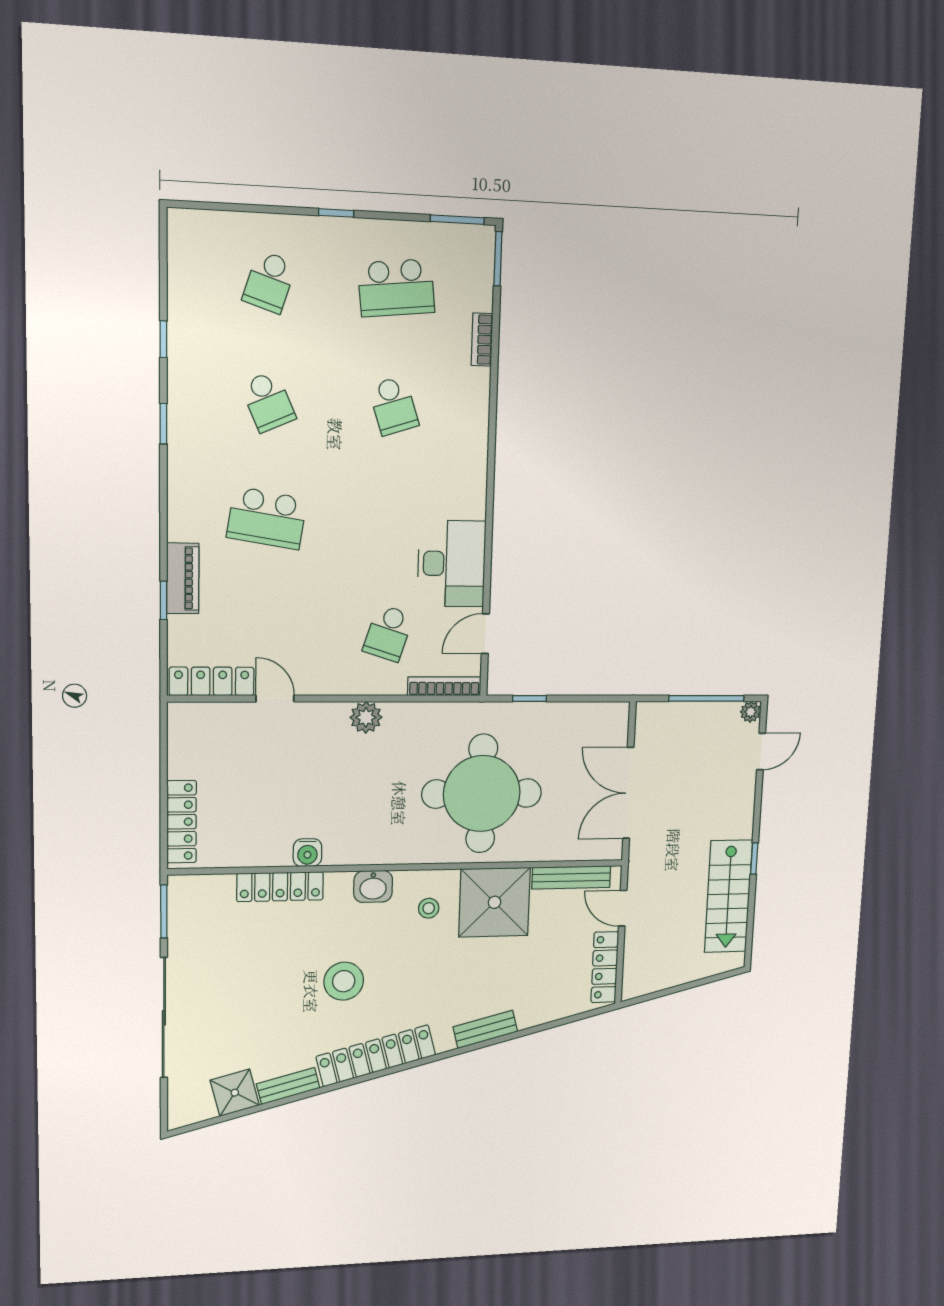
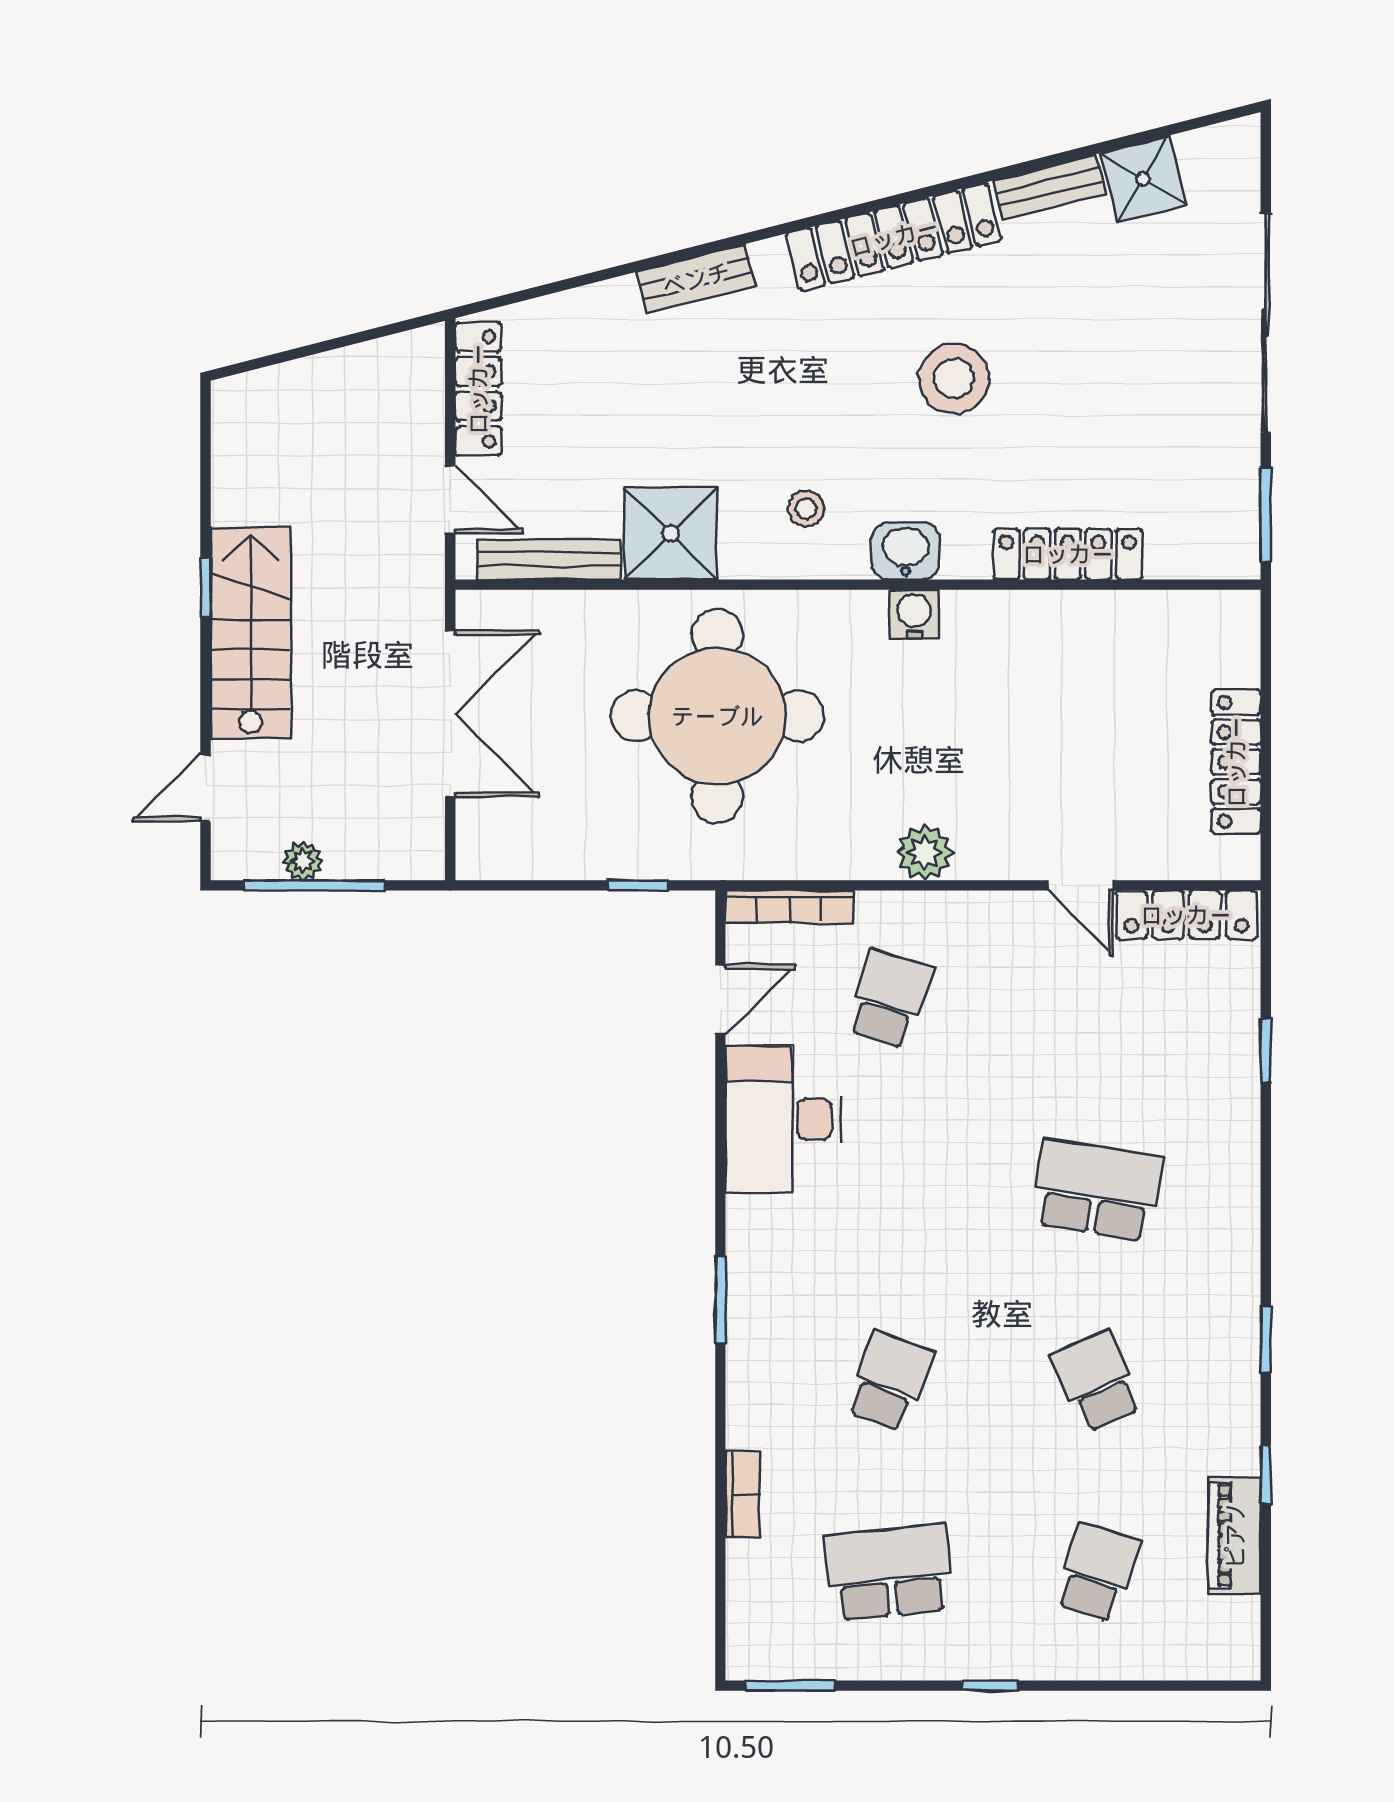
window: (498, 259) -> (720, 1300), moved
school desk: (394, 406) -> (889, 1381), turned 39
piano: (183, 578) -> (1235, 1535), moved
plant: (751, 712) -> (303, 861), moved
locker: (182, 822) -> (1236, 762), moved
water cooler: (307, 853) -> (914, 614), moved
stairs: (728, 896) -> (251, 633), moved
shower: (495, 902) -> (671, 533), width x0.73, depth x0.73

